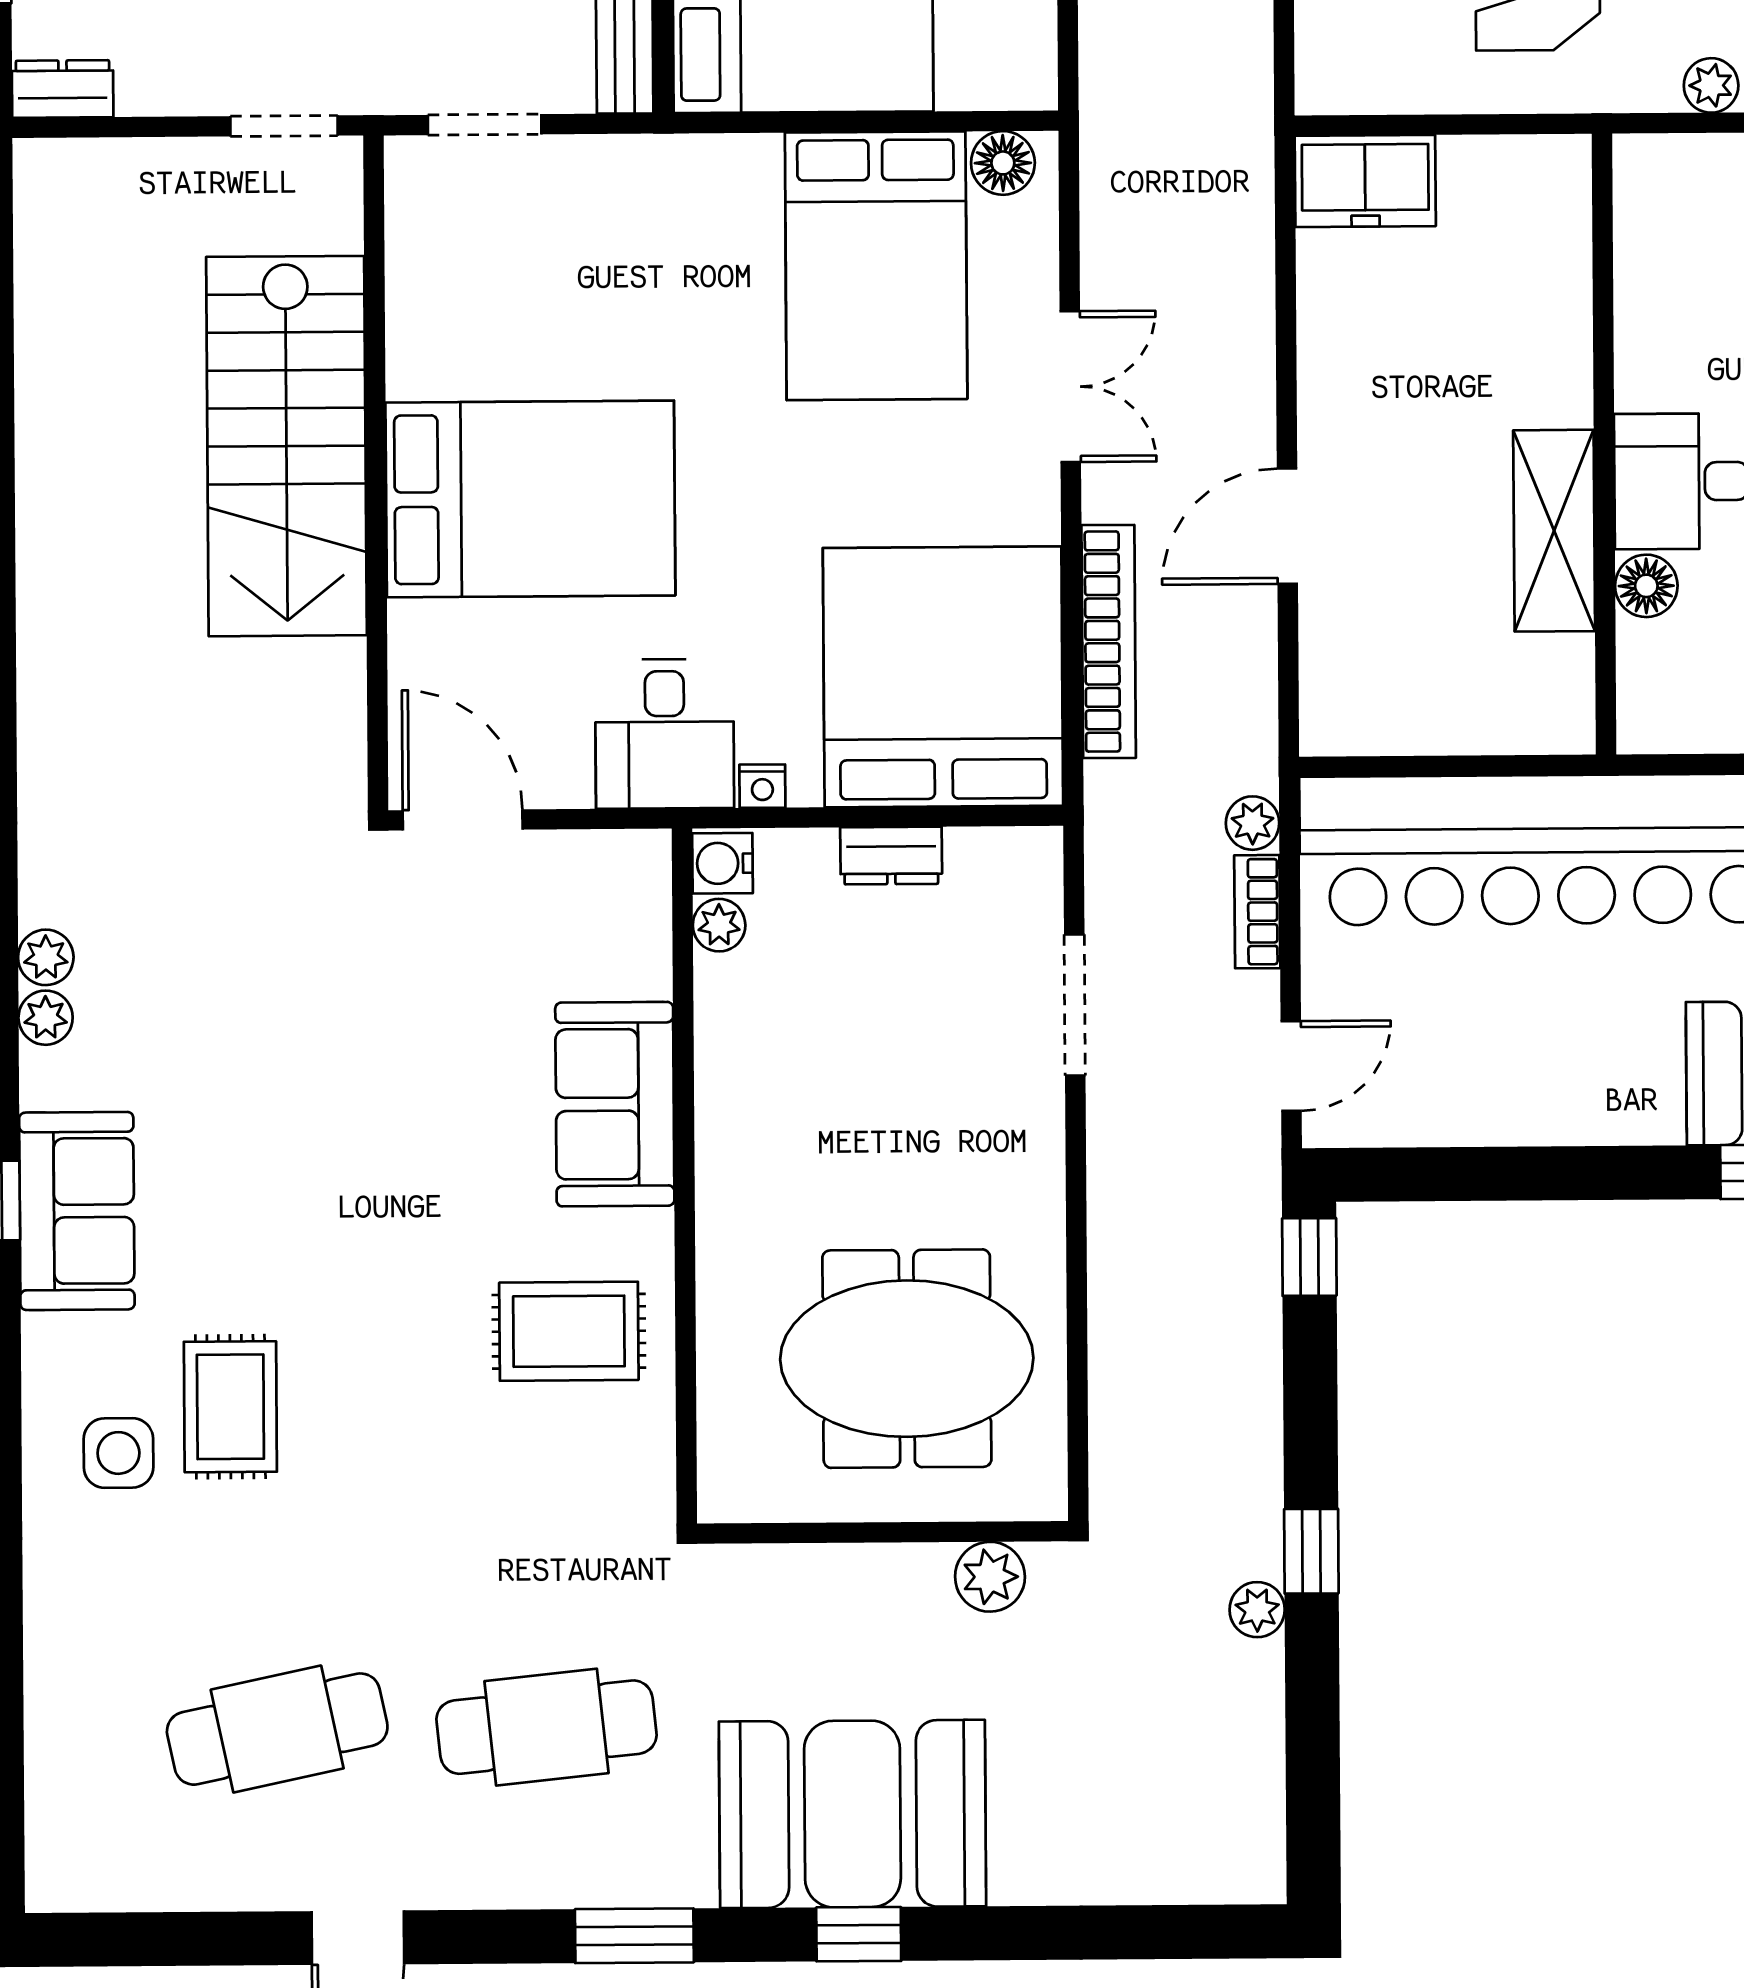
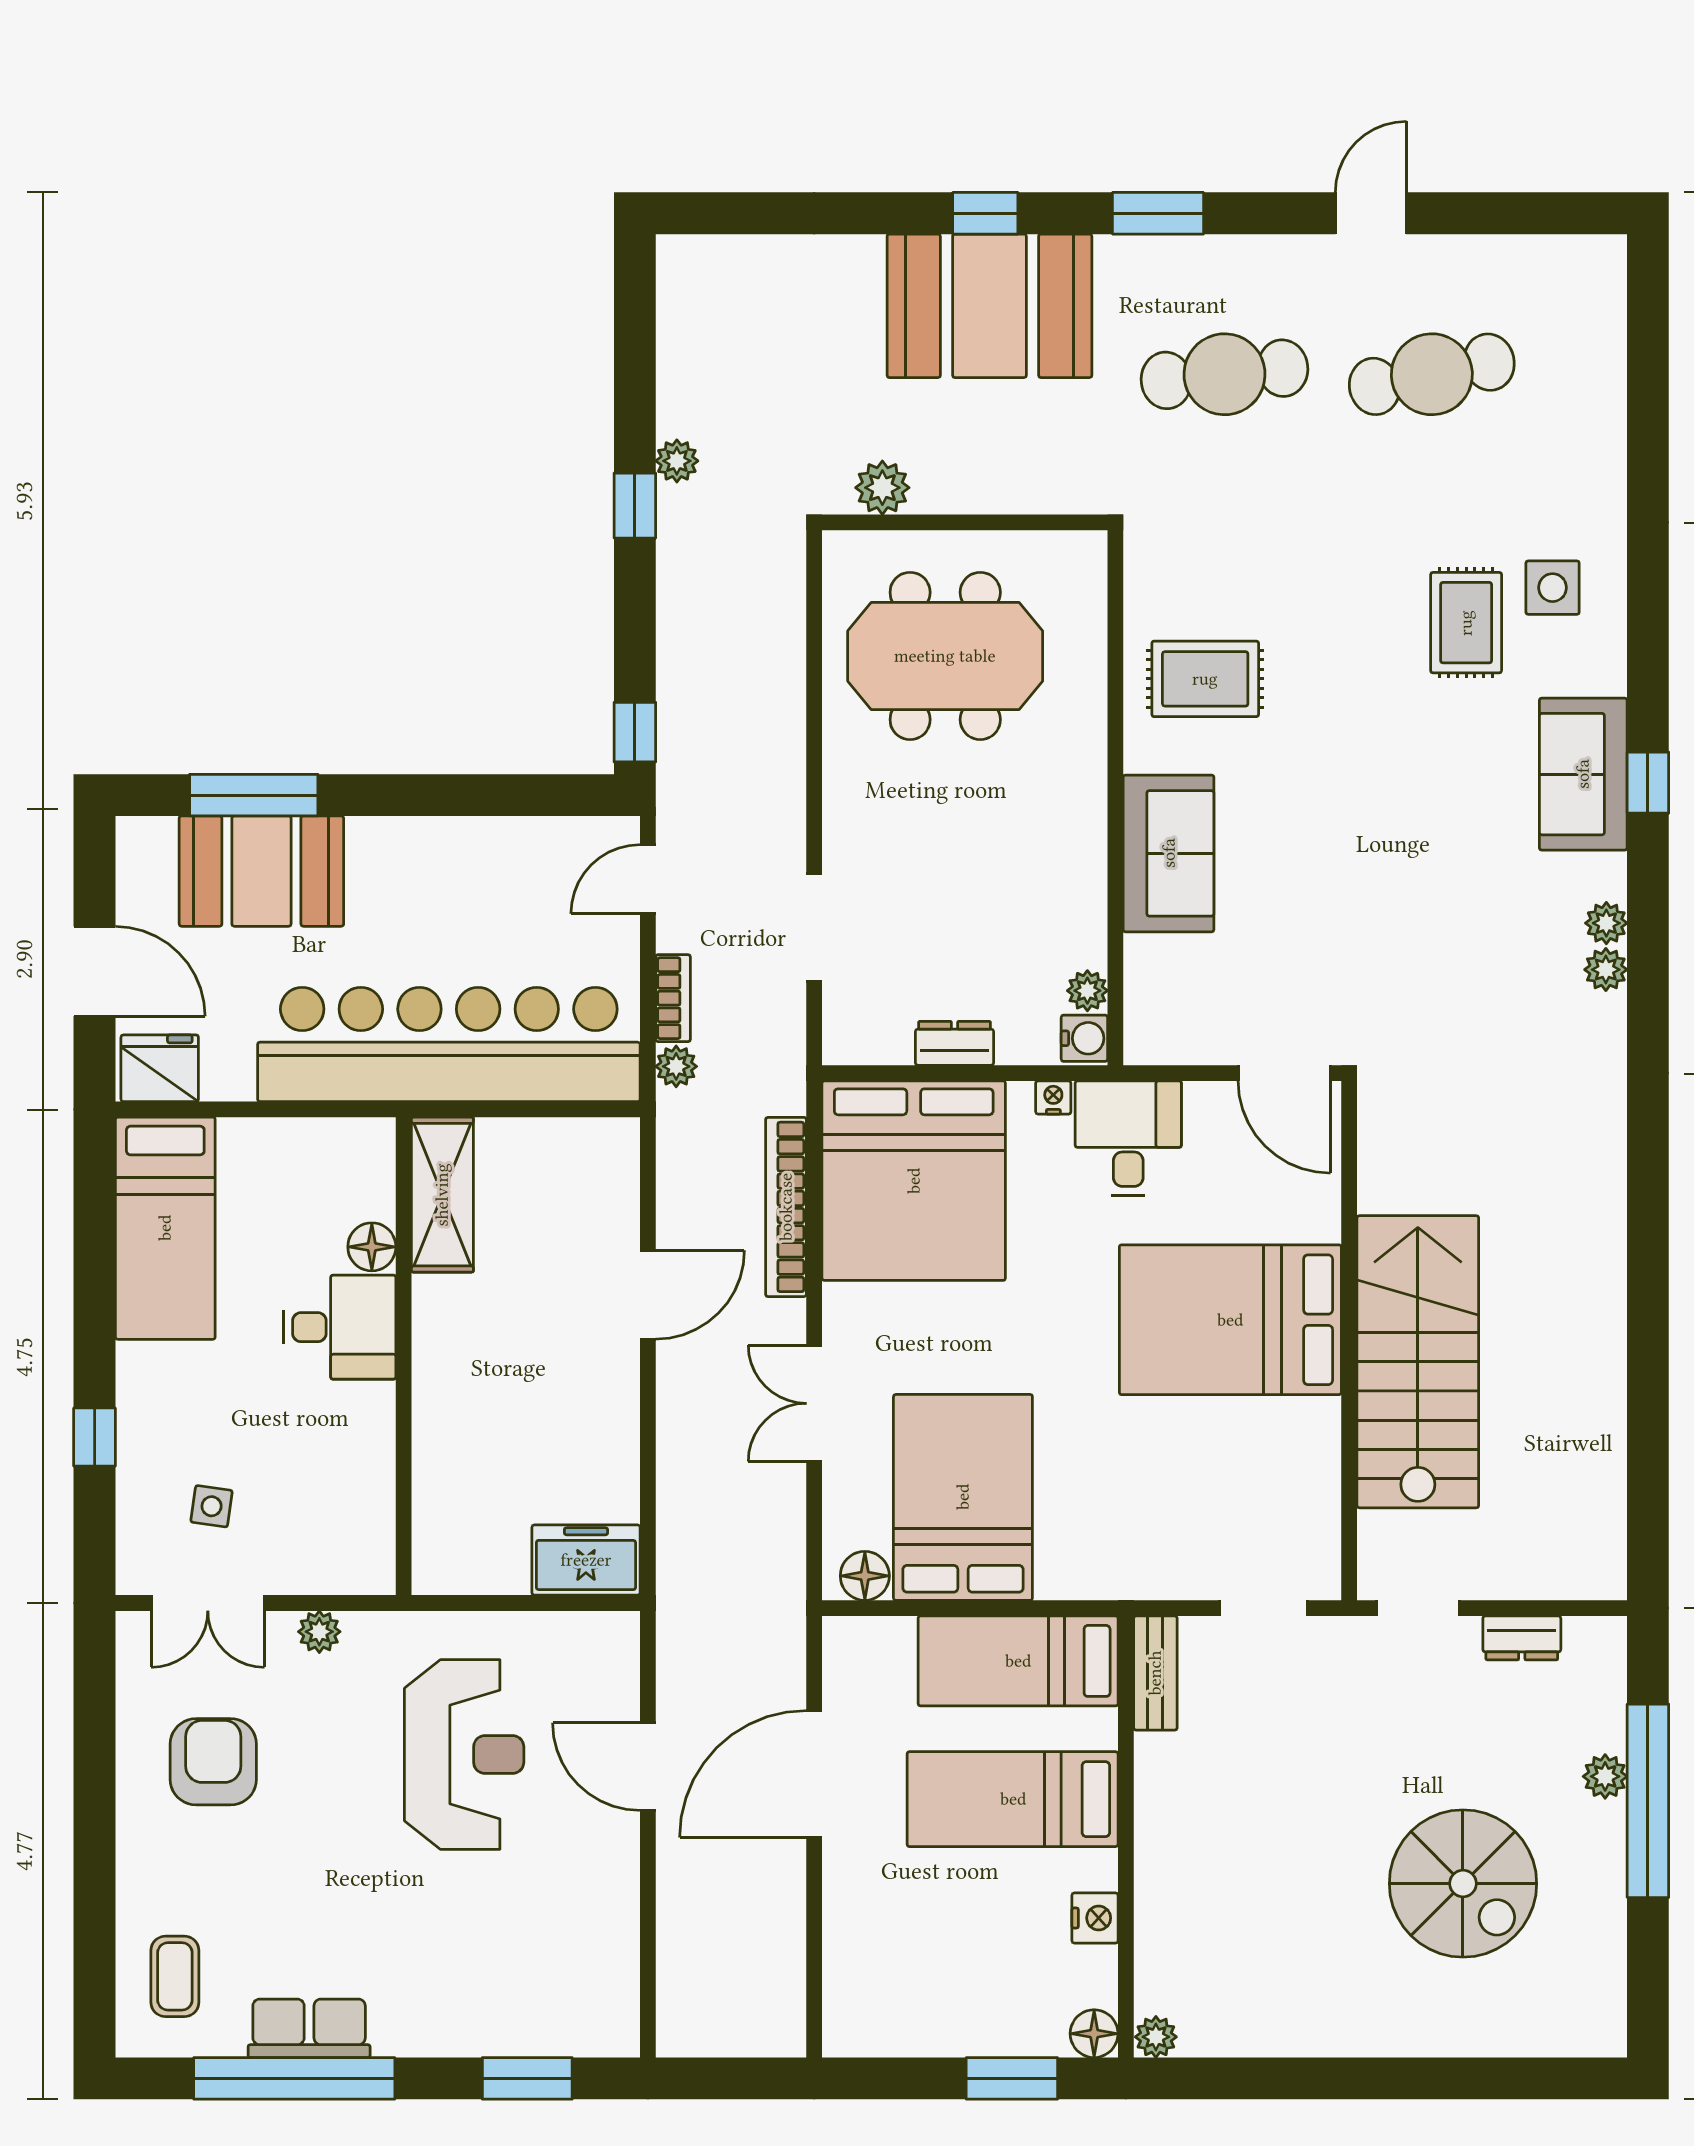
dresser: (63, 89) -> (1522, 1638), moved
shelving: (1554, 531) -> (442, 1195), moved

